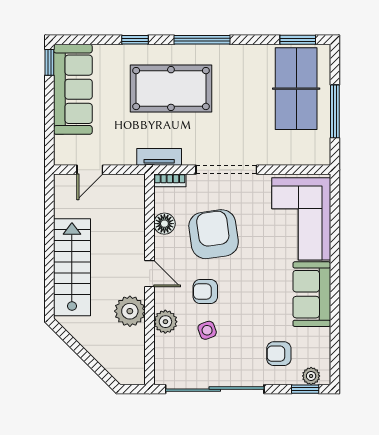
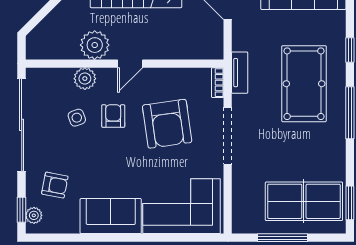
floor lamp: (164, 224) -> (177, 78), removed
armchair: (214, 234) -> (167, 124), turned 90
armchair: (279, 354) -> (55, 185), turned 101

